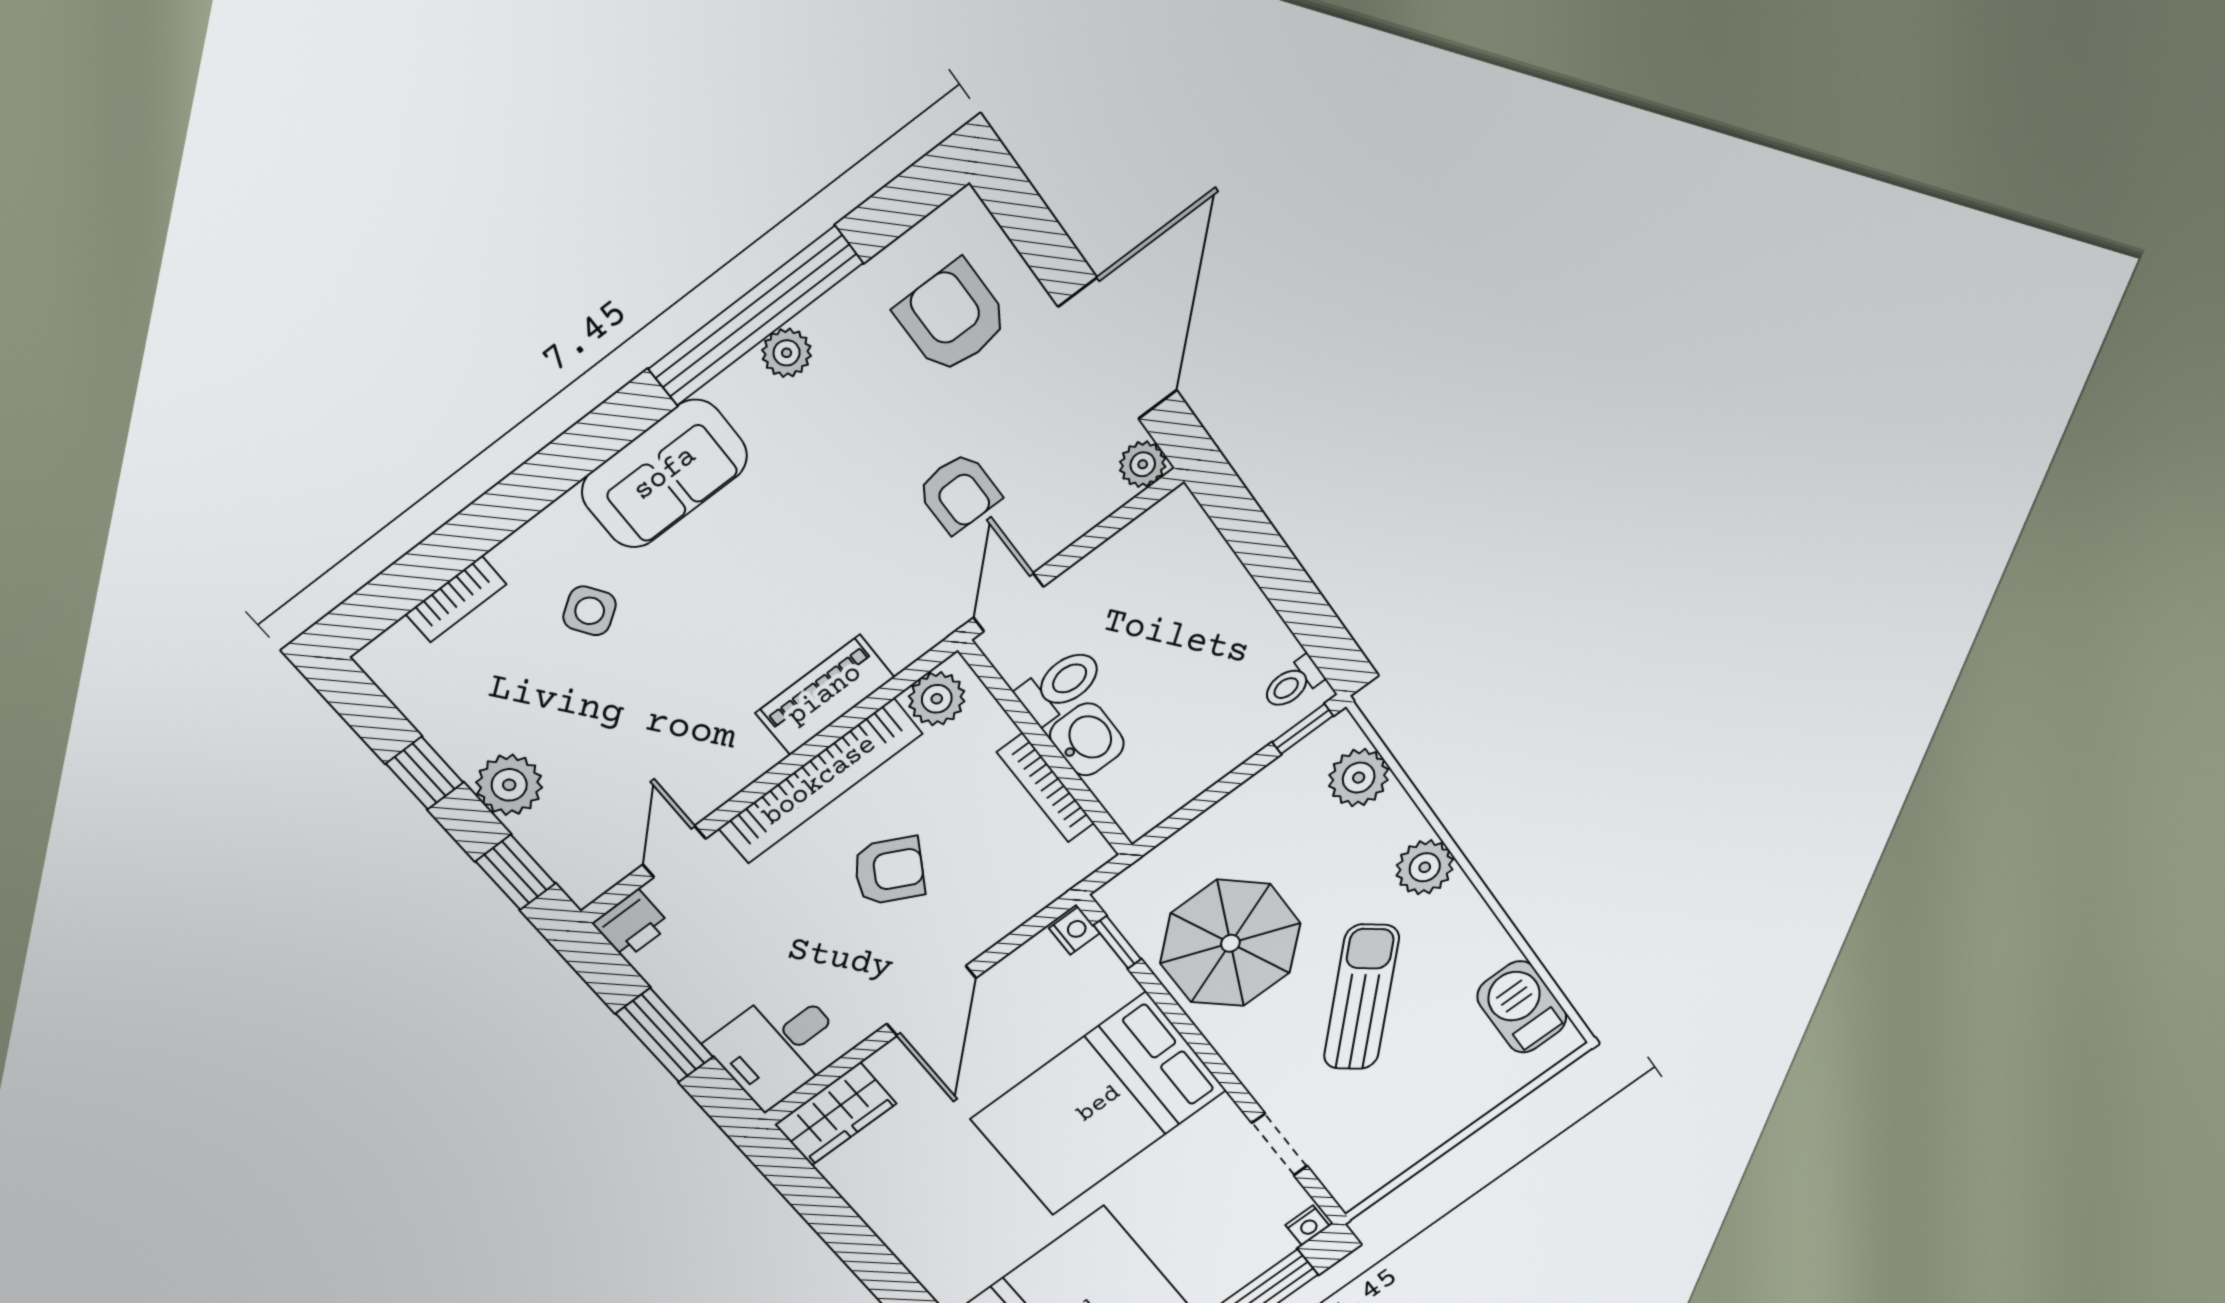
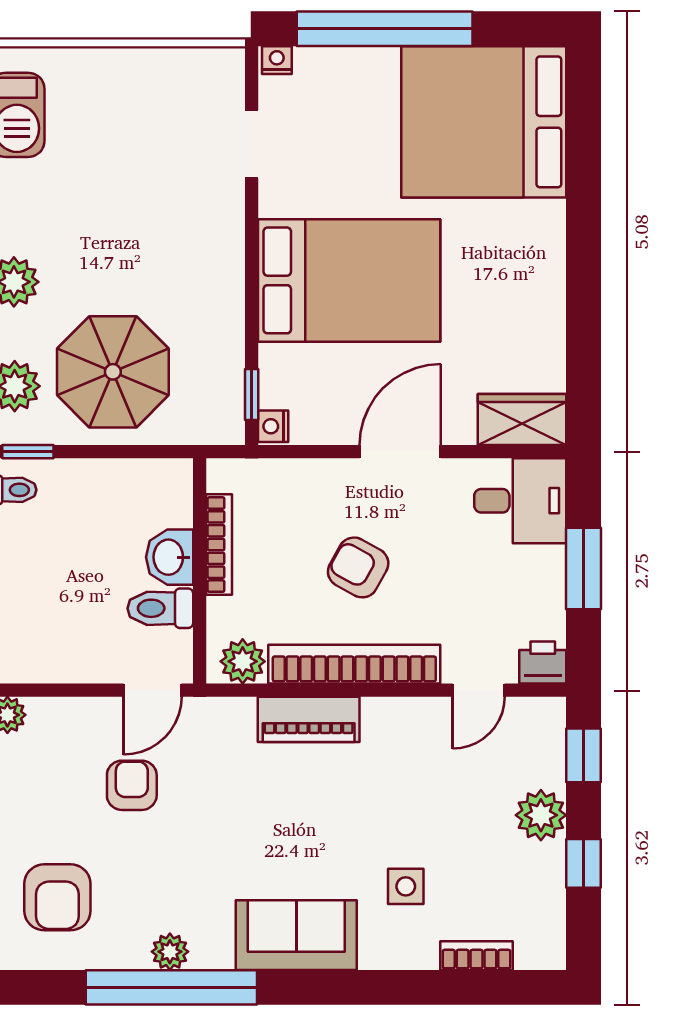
side table: (590, 611) -> (406, 886), turned 34
parasol: (1230, 943) -> (113, 372), moved
sun lounger: (1361, 997) -> (120, 216), removed

